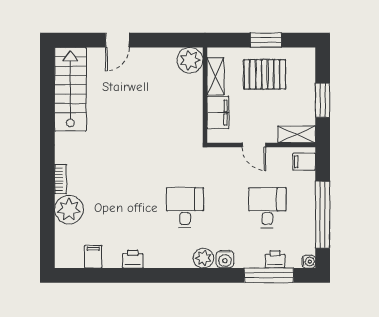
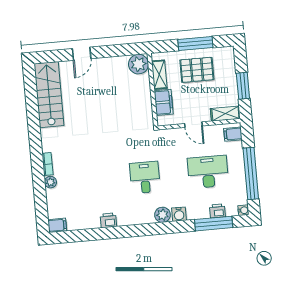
window: (266, 40) -> (195, 43), width x1.44
desk: (267, 208) -> (208, 172), width x1.37
plant: (69, 210) -> (51, 182), width x0.53, depth x0.53
filing cabinet: (93, 257) -> (57, 225), moved, turned 90

